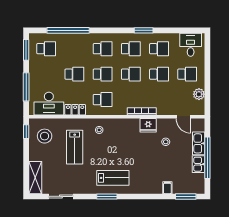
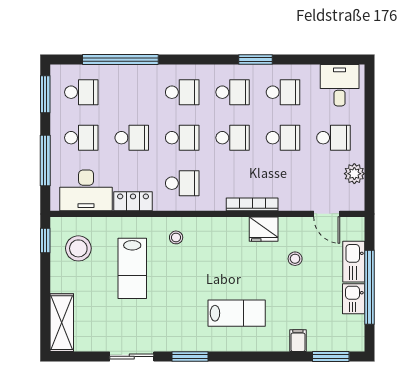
school desk: (46, 74) -> (81, 138), added
lab bench: (113, 178) -> (237, 313), moved
sliding door: (61, 196) -> (132, 356), moved

